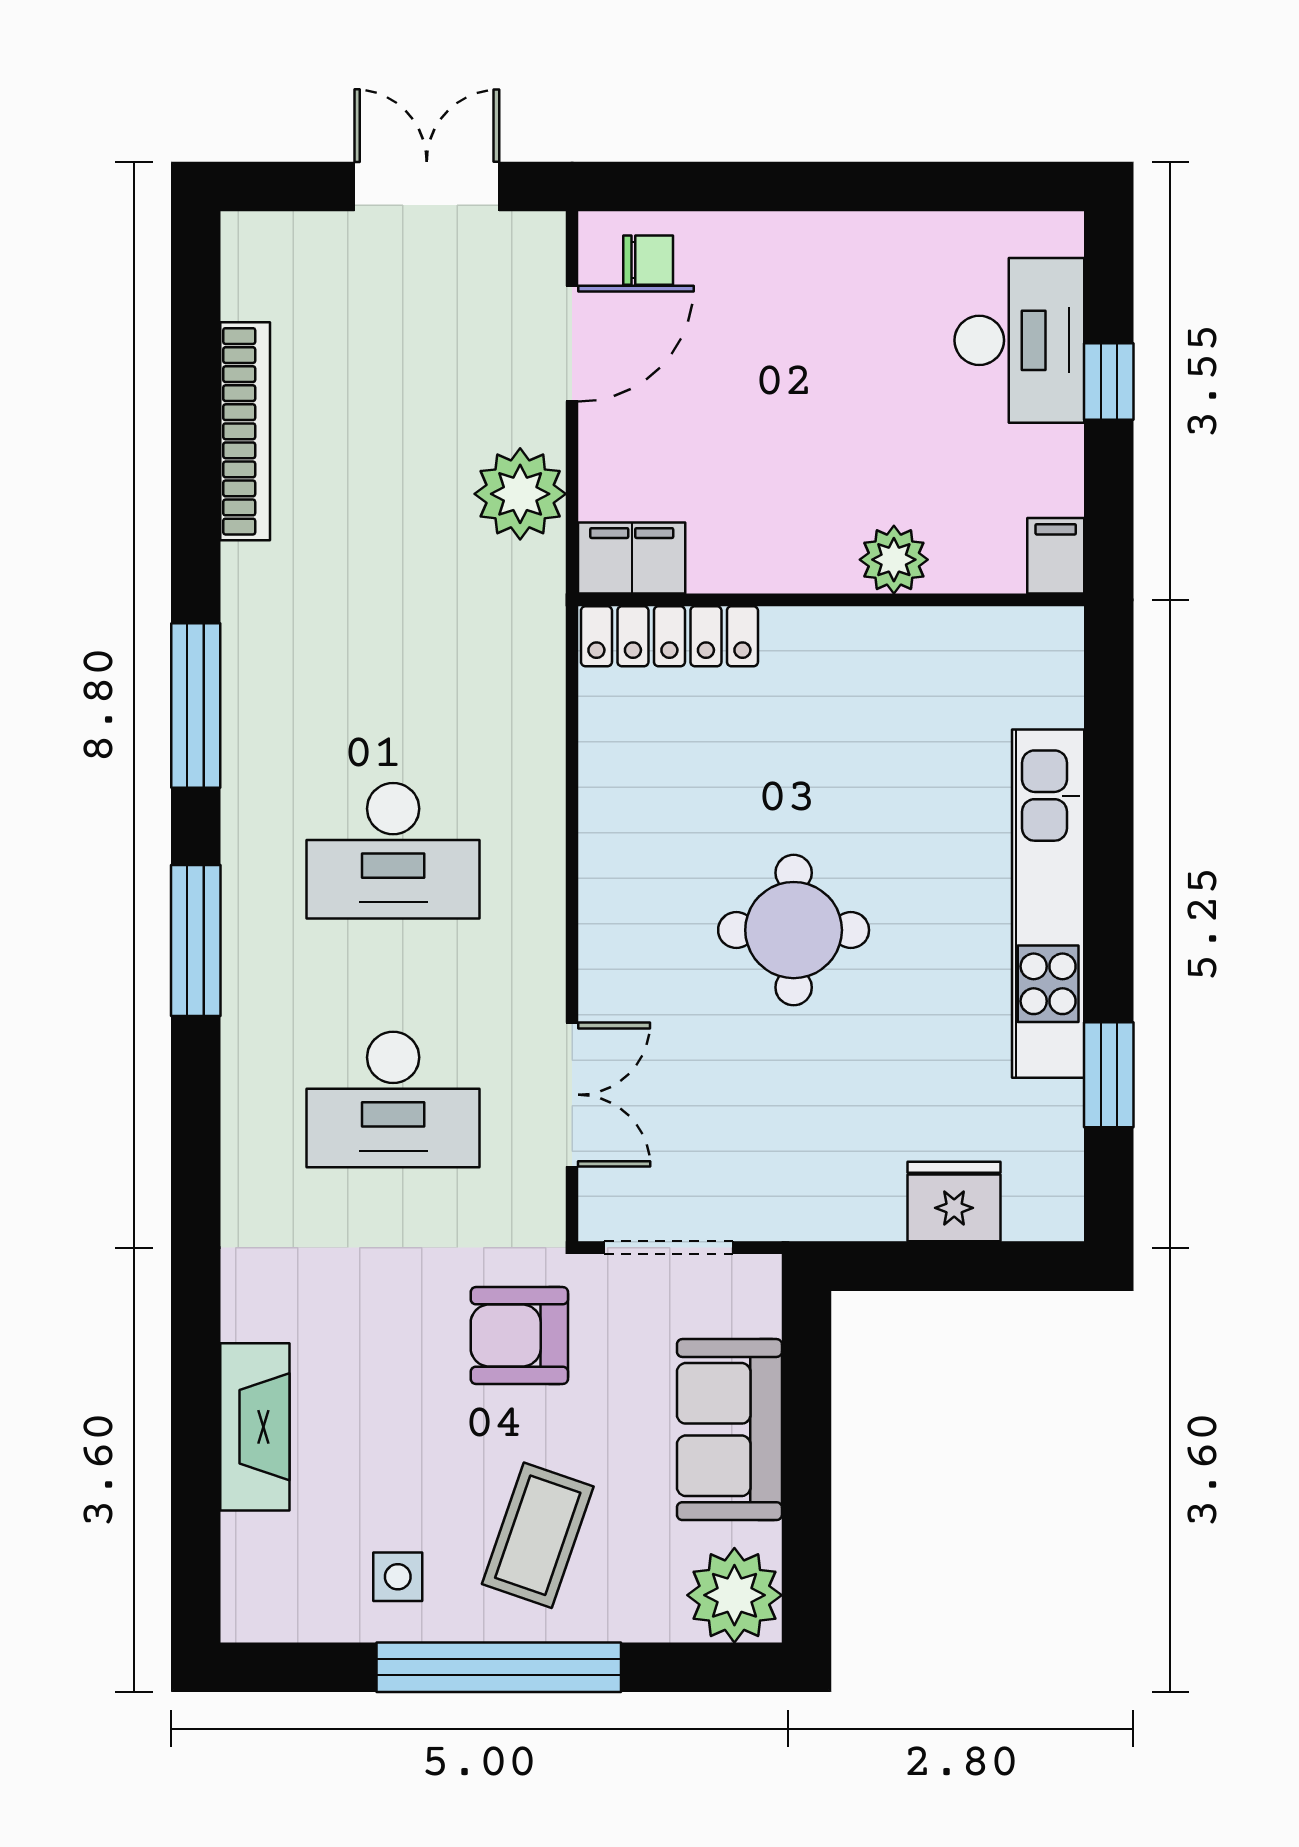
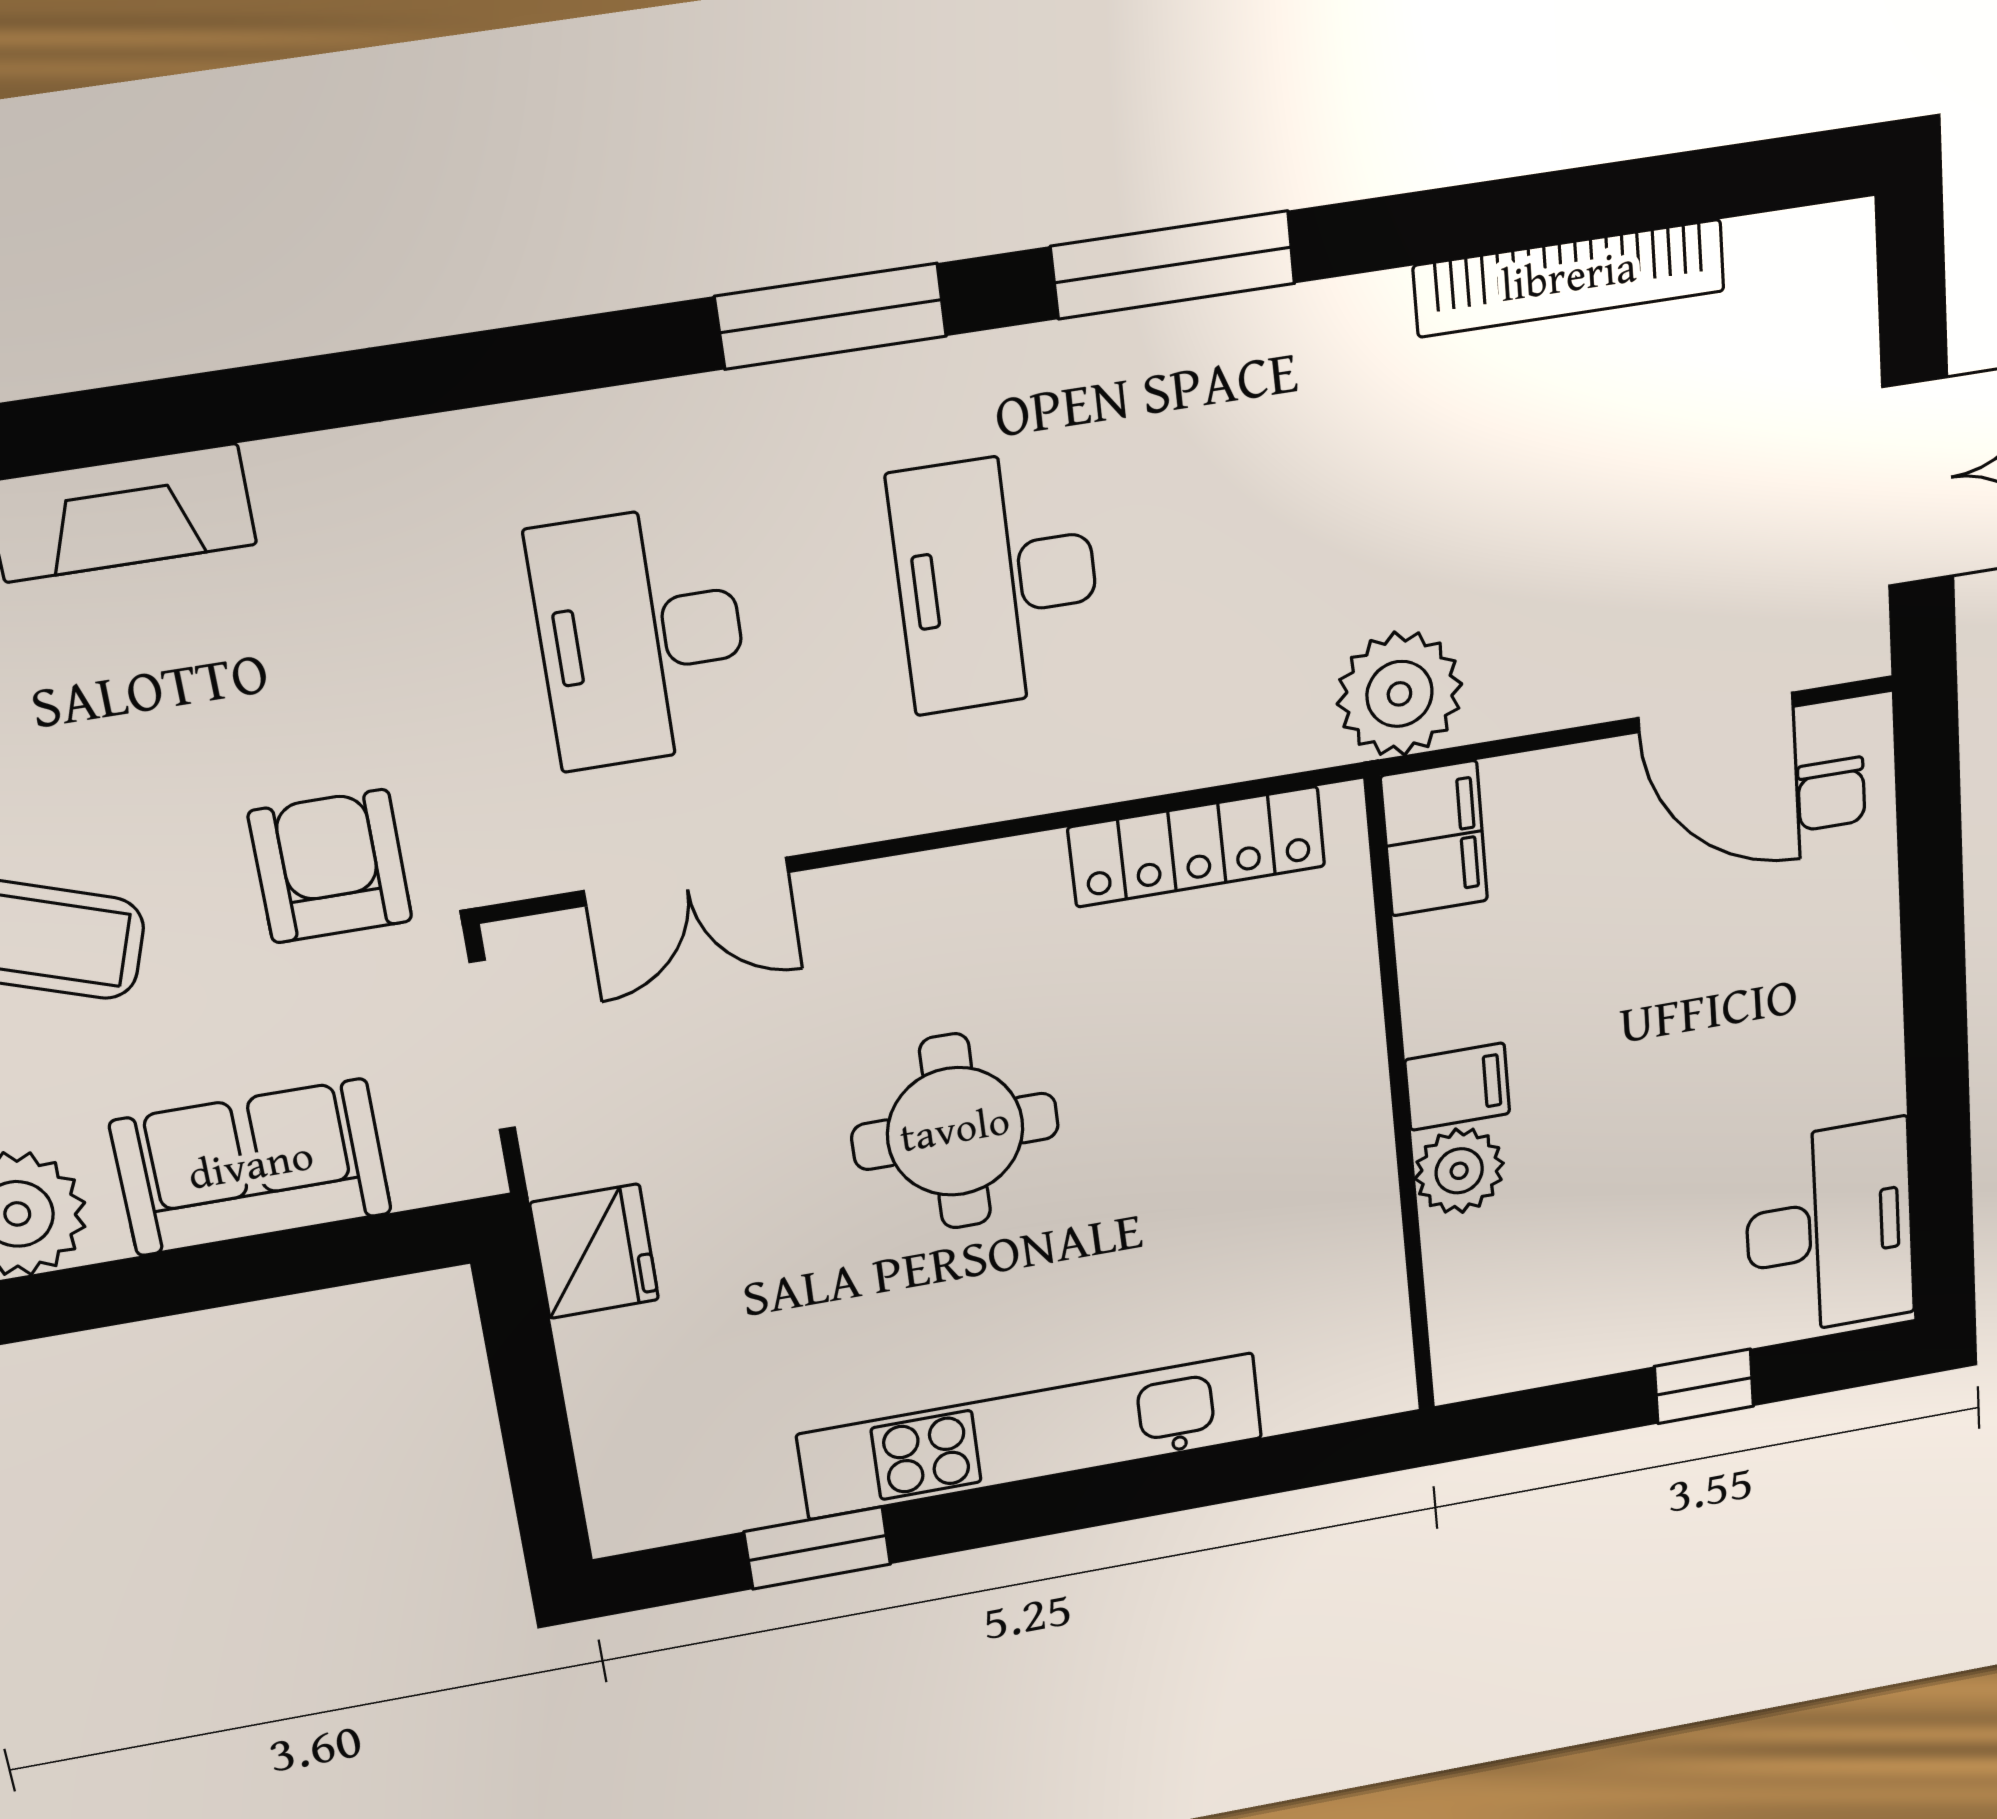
desk: (1019, 340) -> (1829, 1229), moved, turned -90
plant: (520, 494) -> (1399, 694), moved
filing cabinet: (1056, 556) -> (1457, 1087), moved
locker: (669, 636) -> (1197, 847), moved, turned -90
fridge: (954, 1202) -> (594, 1251), moved

